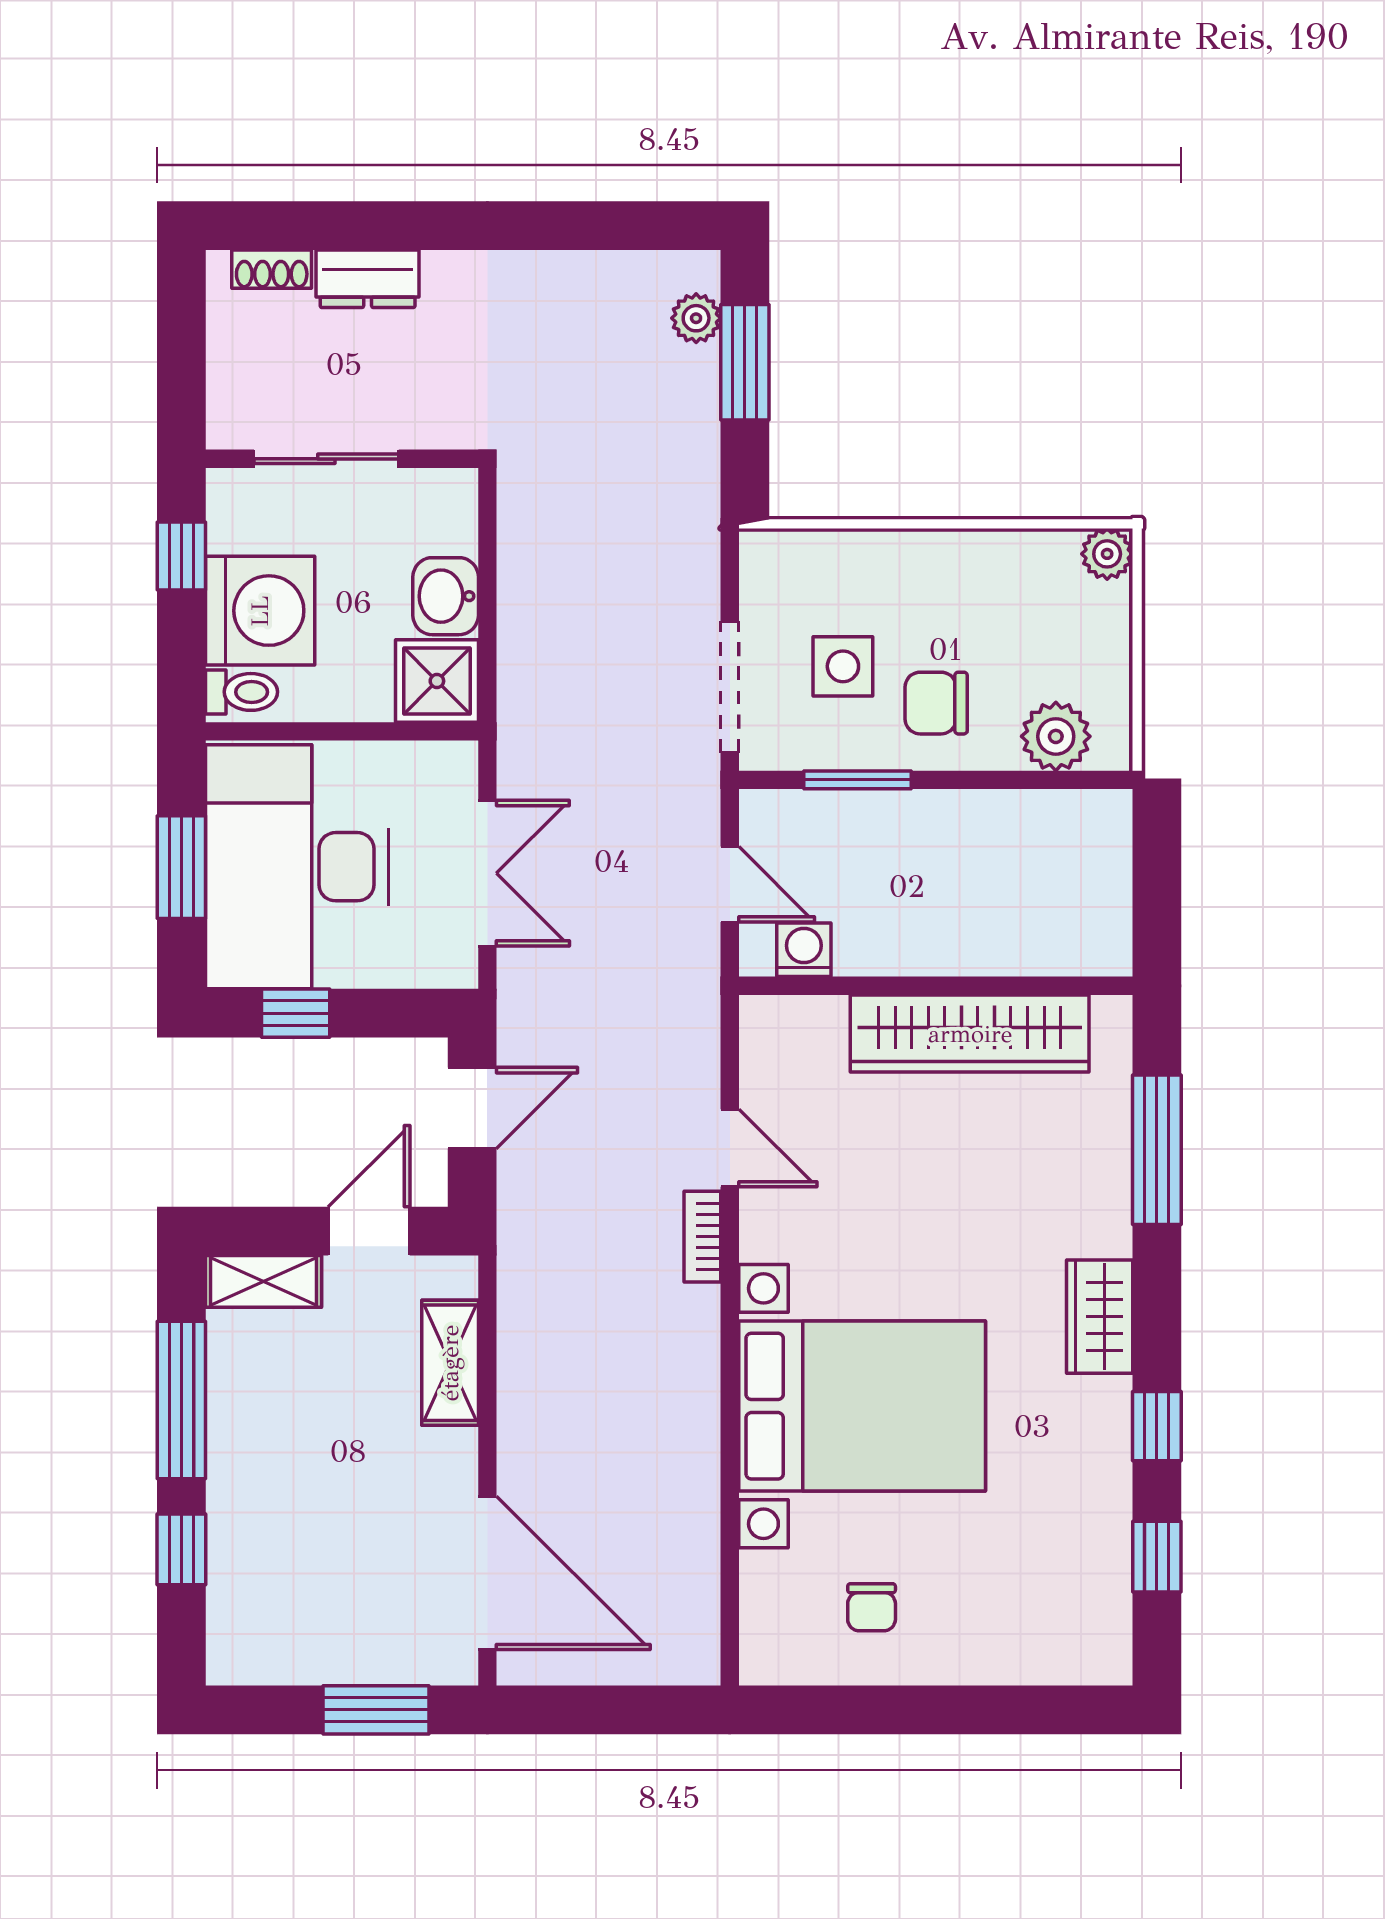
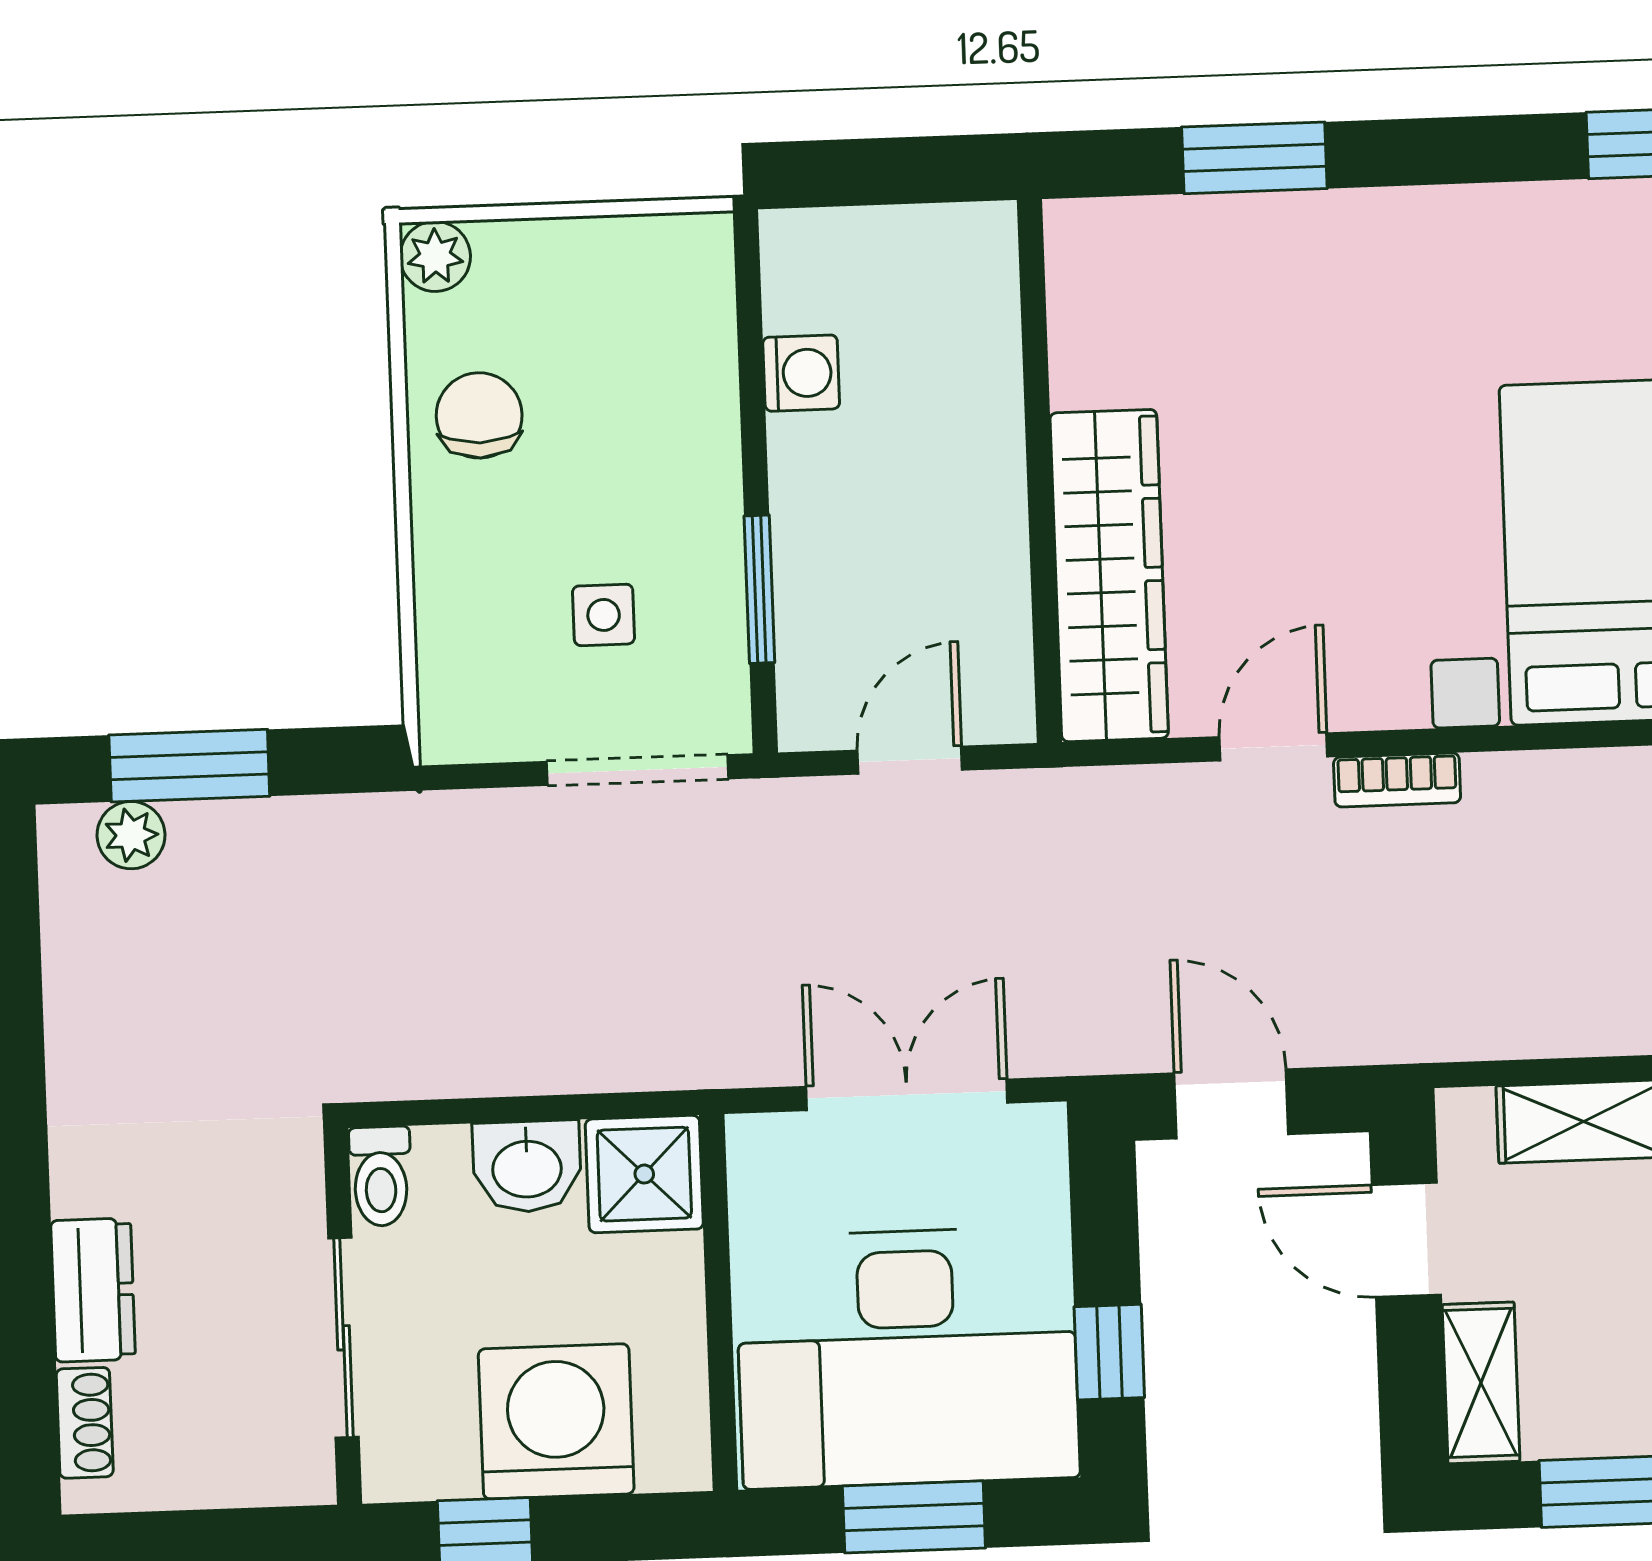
side table: (843, 666) -> (604, 615), width x0.73, depth x0.73
toilet: (242, 692) -> (381, 1176), moved, turned 180
chair: (936, 703) -> (479, 415), moved, turned 180
plant: (1056, 736) -> (689, 318), removed
washing machine: (804, 950) -> (801, 373), moved, turned 180
wardrobe: (970, 1034) -> (1109, 576), moved
window: (1157, 1150) -> (1254, 158), width x0.69
wardrobe: (1100, 1317) -> (1487, 228), removed

